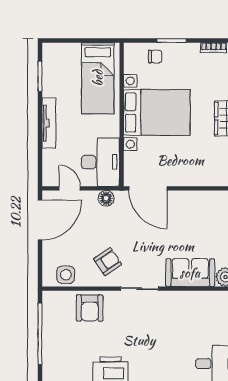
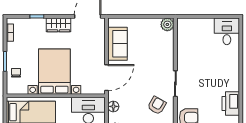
armchair: (108, 262) -> (157, 105), turned 64
sofa: (190, 273) -> (118, 44), moved, turned 180

